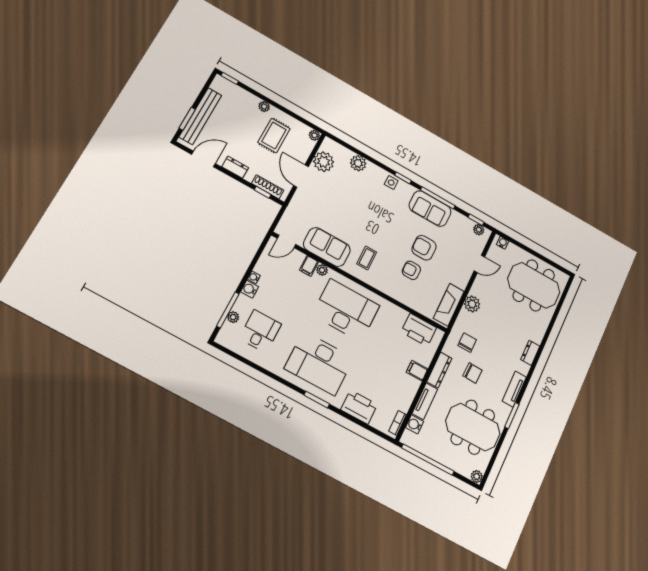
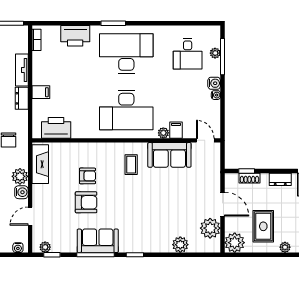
plant: (314, 135) -> (235, 243), width x1.87, depth x1.87
side table: (391, 183) -> (143, 244), removed
shoe rack: (268, 187) -> (249, 178), width x0.70
door: (287, 241) -> (205, 140), hinge flipped
dresser: (439, 370) -> (22, 98), width x0.70
water cooler: (415, 424) -> (21, 192), moved

